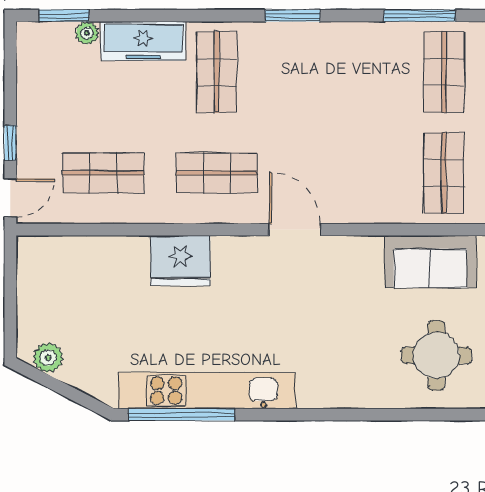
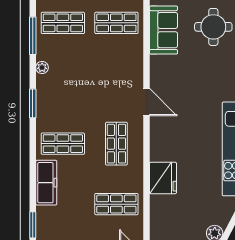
plant: (87, 33) -> (42, 67), moved
shop shelf: (103, 173) -> (116, 204), turned 90
door: (295, 230) -> (146, 102), swing flipped
fridge: (180, 261) -> (163, 178), moved

